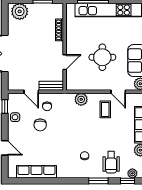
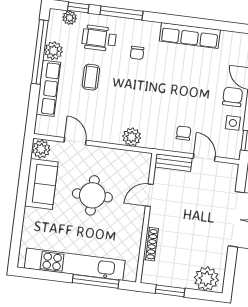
coffee table: (105, 109) -> (91, 77), moved
chair: (40, 125) -> (233, 97), moved
wheelchair: (111, 162) -> (99, 38), turned -90
row of seats: (36, 172) -> (190, 35), moved
window: (98, 181) -> (121, 13), width x1.44

